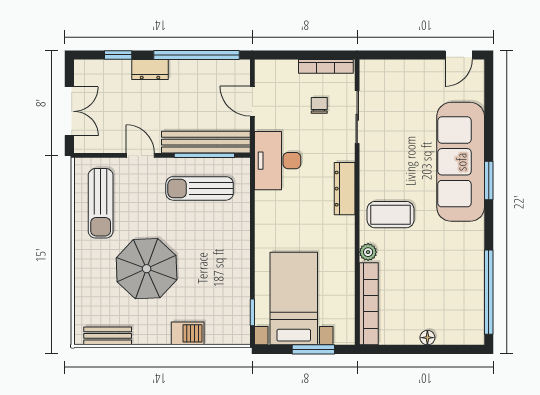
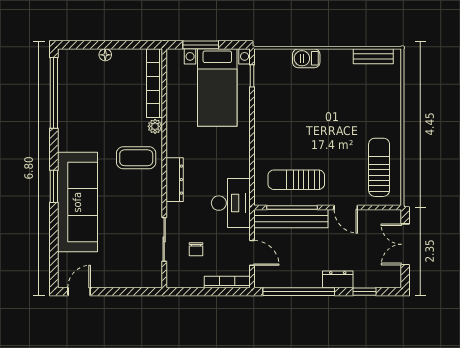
bookcase: (326, 66) -> (227, 282), moved
sun lounger: (200, 188) -> (296, 180), turned 180
parasol: (147, 269) -> (341, 113), removed

